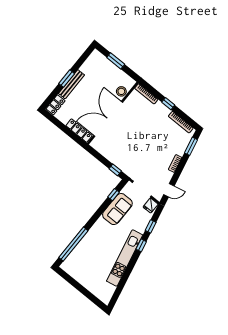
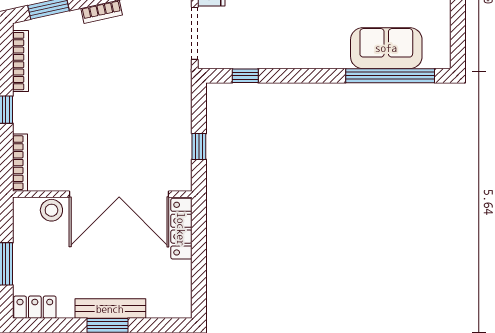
locker: (55, 105) -> (35, 307), moved
window: (115, 170) -> (199, 146), moved
sofa: (117, 209) -> (386, 48), moved

